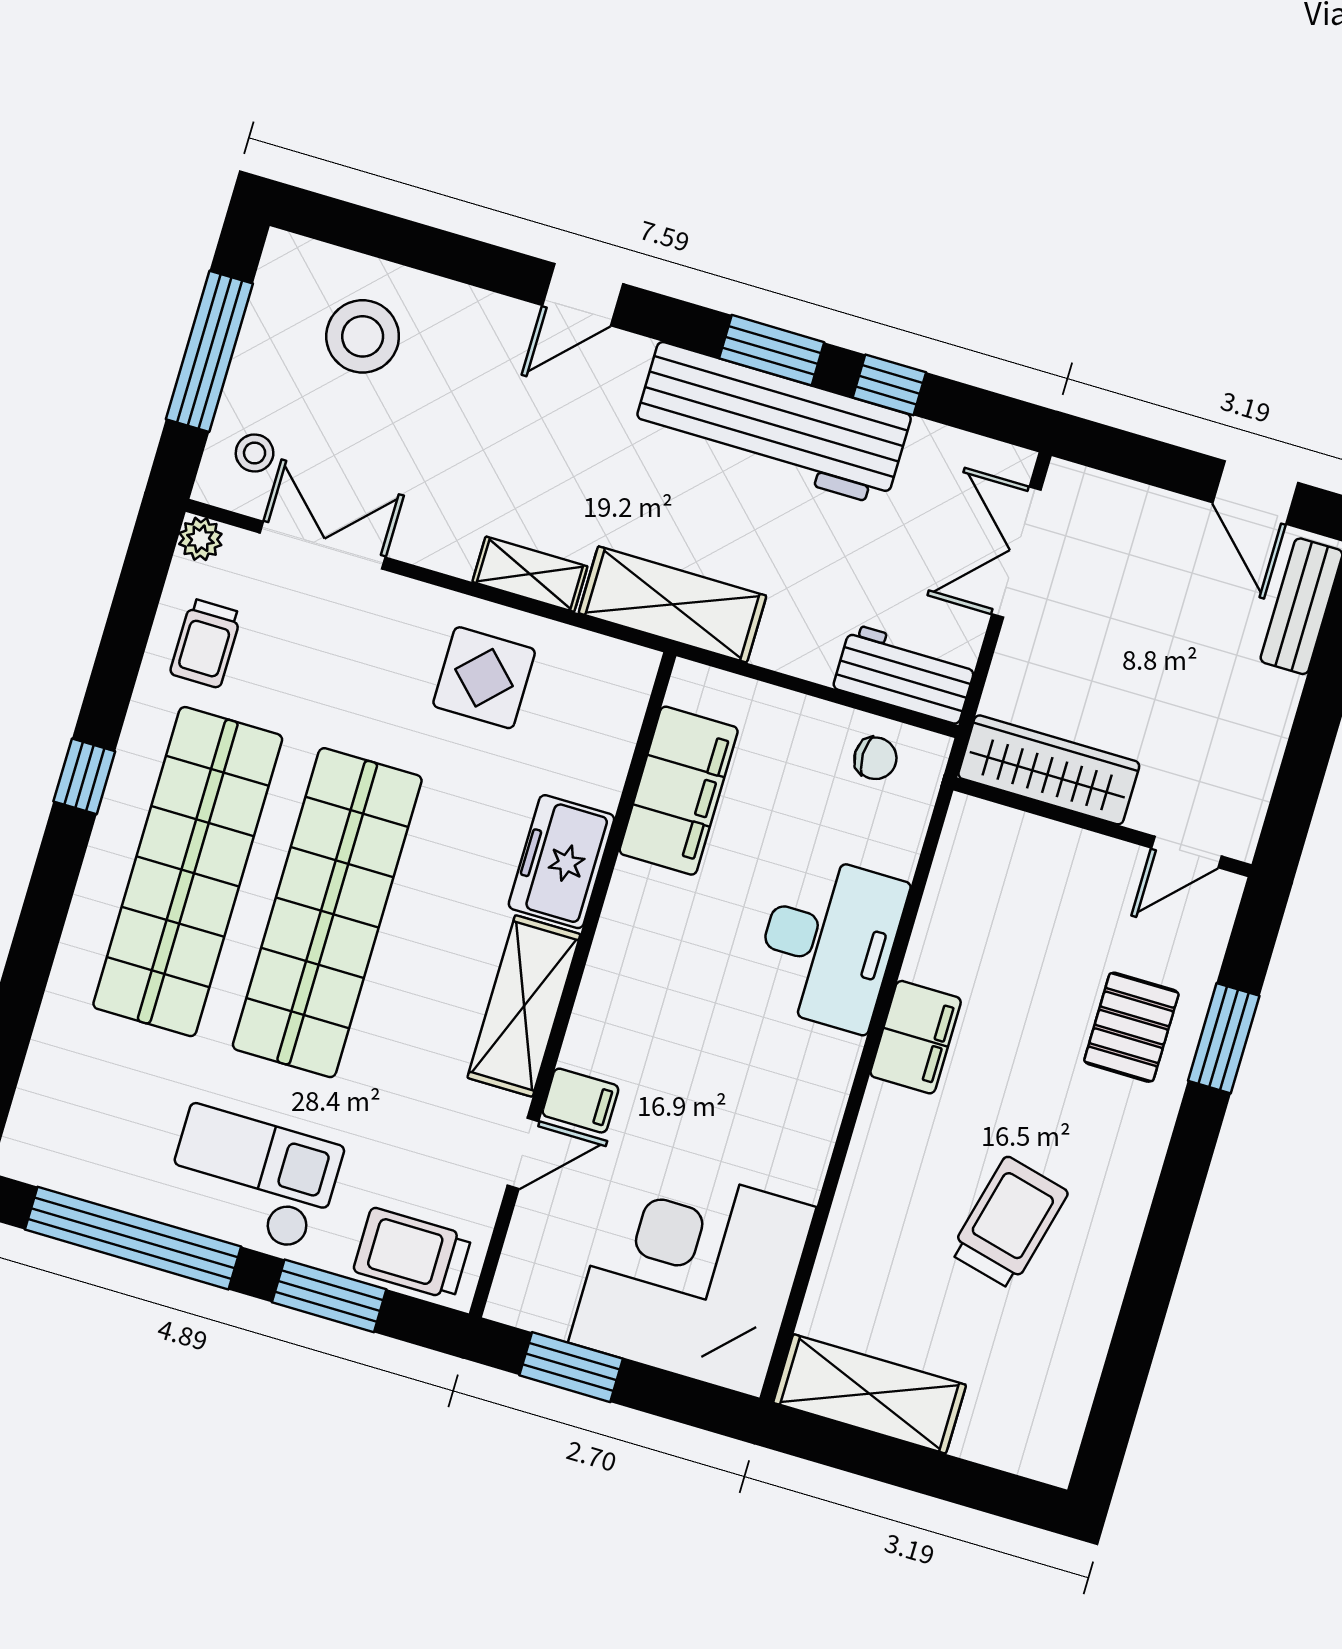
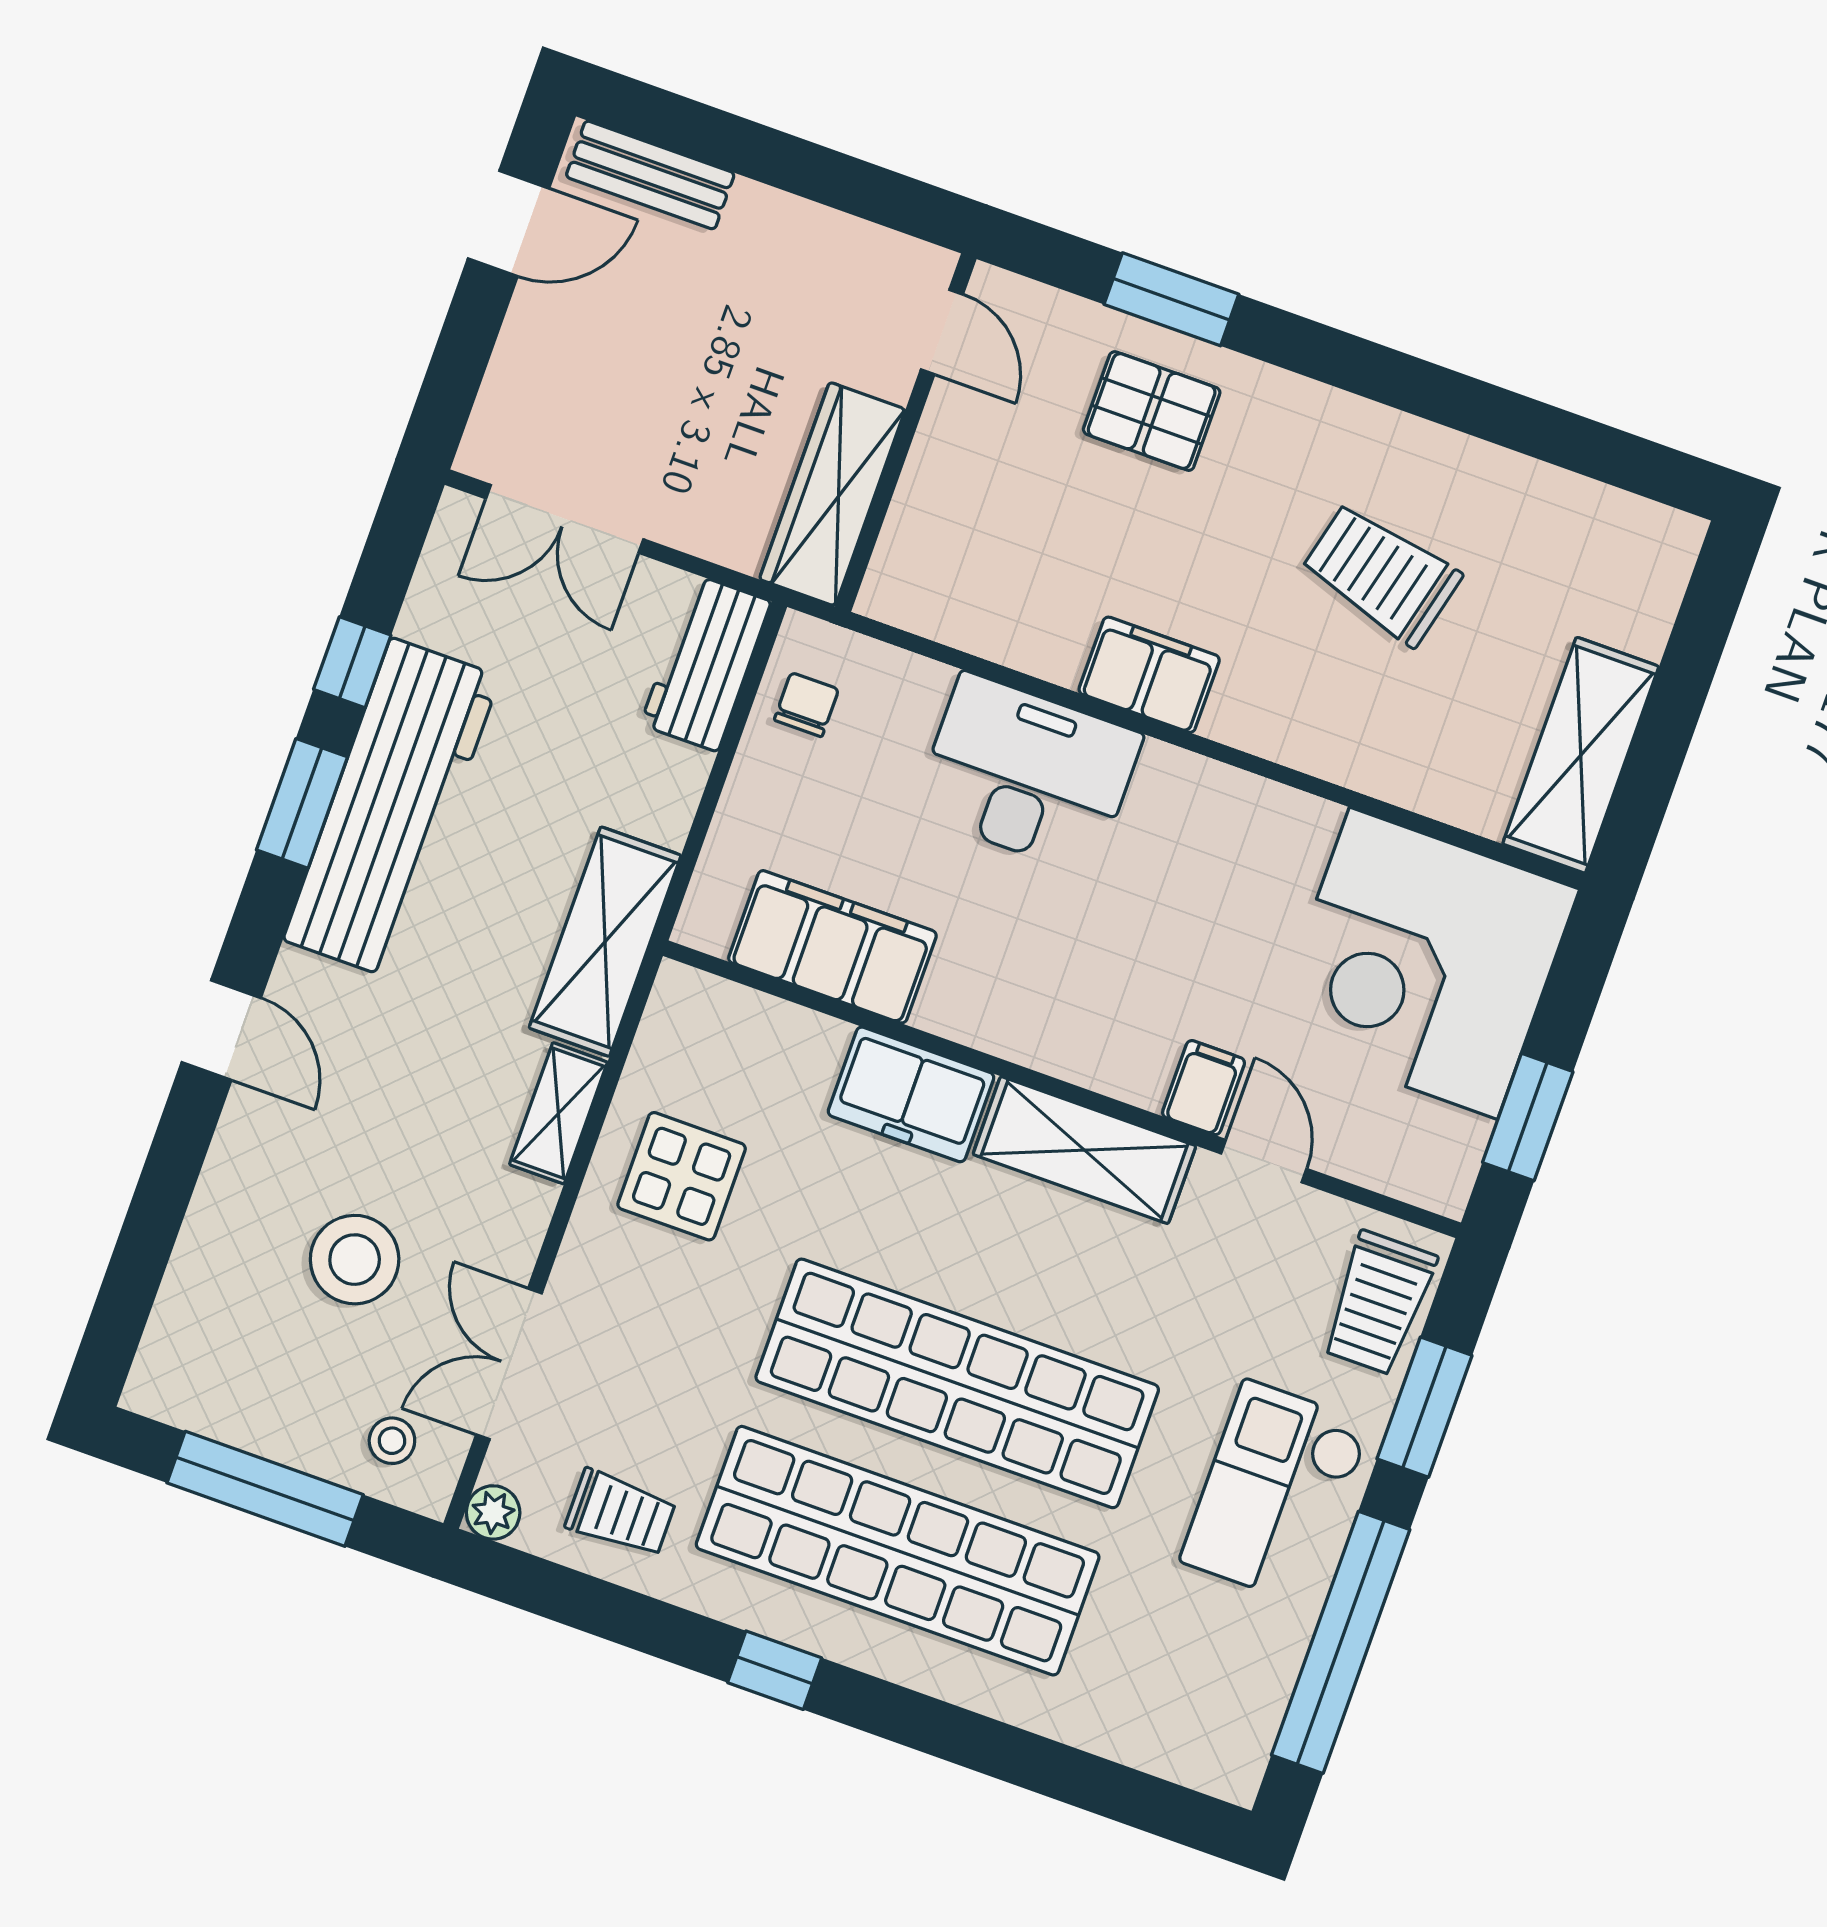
stool: (363, 336) -> (355, 1260), moved

